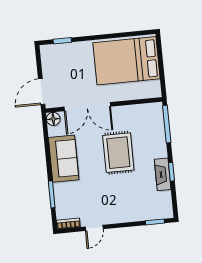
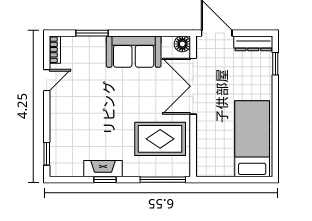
dresser: (47, 60) -> (253, 43), added
bed: (127, 61) -> (252, 139), width x0.67
rug: (118, 153) -> (160, 139), moved
door: (94, 228) -> (47, 80), swing flipped

